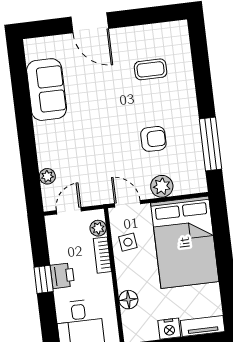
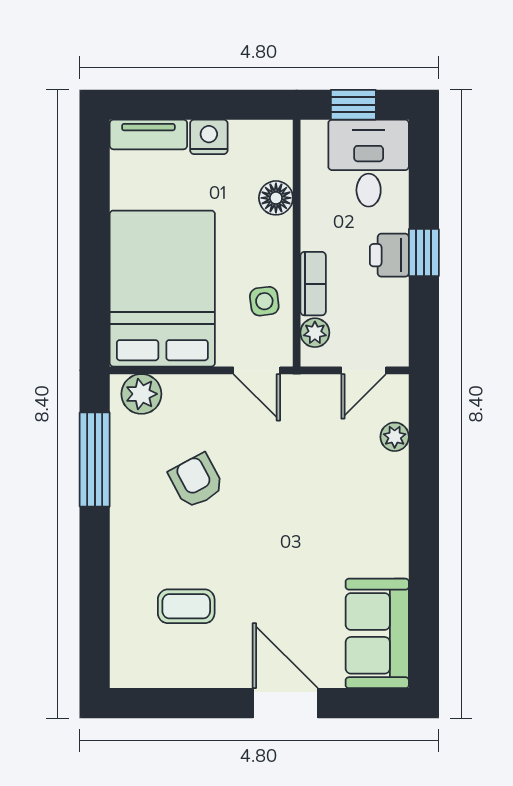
sofa: (47, 90) -> (377, 633), moved
armchair: (153, 139) -> (196, 481), turned 62
plant: (162, 186) -> (141, 394), moved

